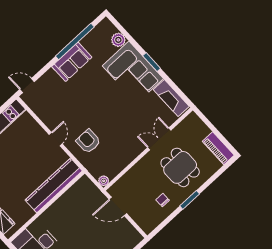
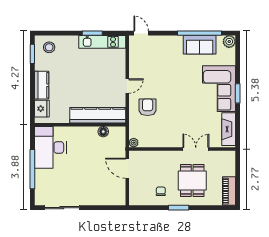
plant: (118, 40) -> (229, 42), moved
sofa: (72, 62) -> (200, 45), moved
floor lamp: (70, 195) -> (103, 132), added

